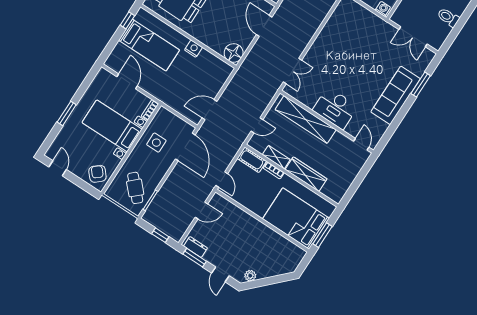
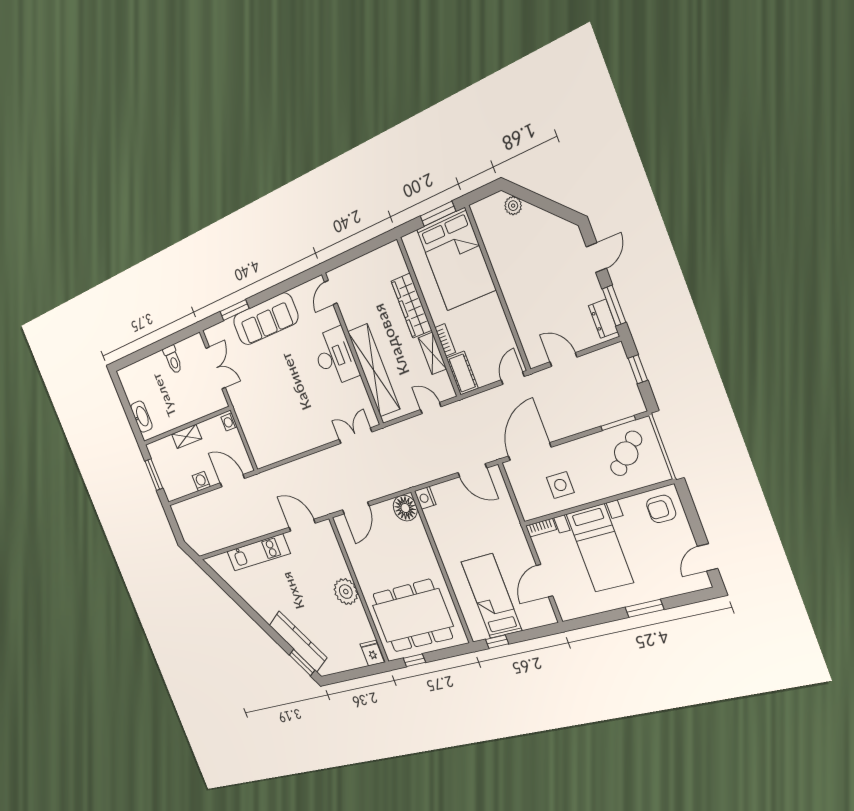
nightstand: (193, 49) -> (425, 498), moved
armchair: (97, 174) -> (661, 509), turned 41
plant: (250, 276) -> (513, 206), moved

